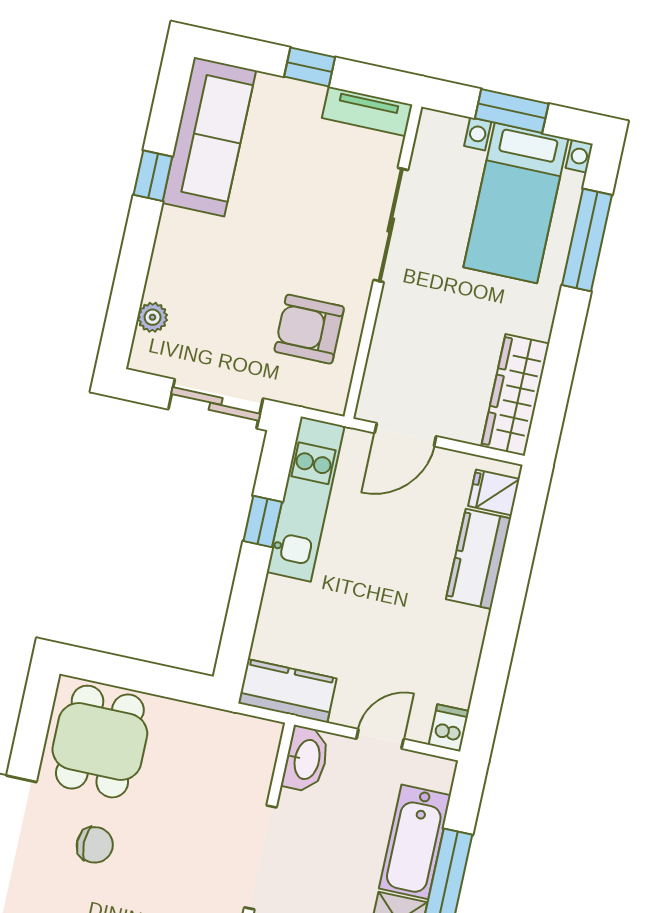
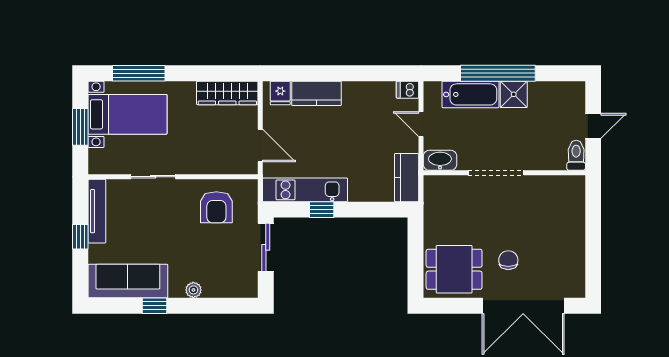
tv unit: (367, 111) -> (97, 211), width x1.41
sliding door: (391, 225) -> (153, 177), width x0.73
plant: (153, 317) -> (193, 290), moved

